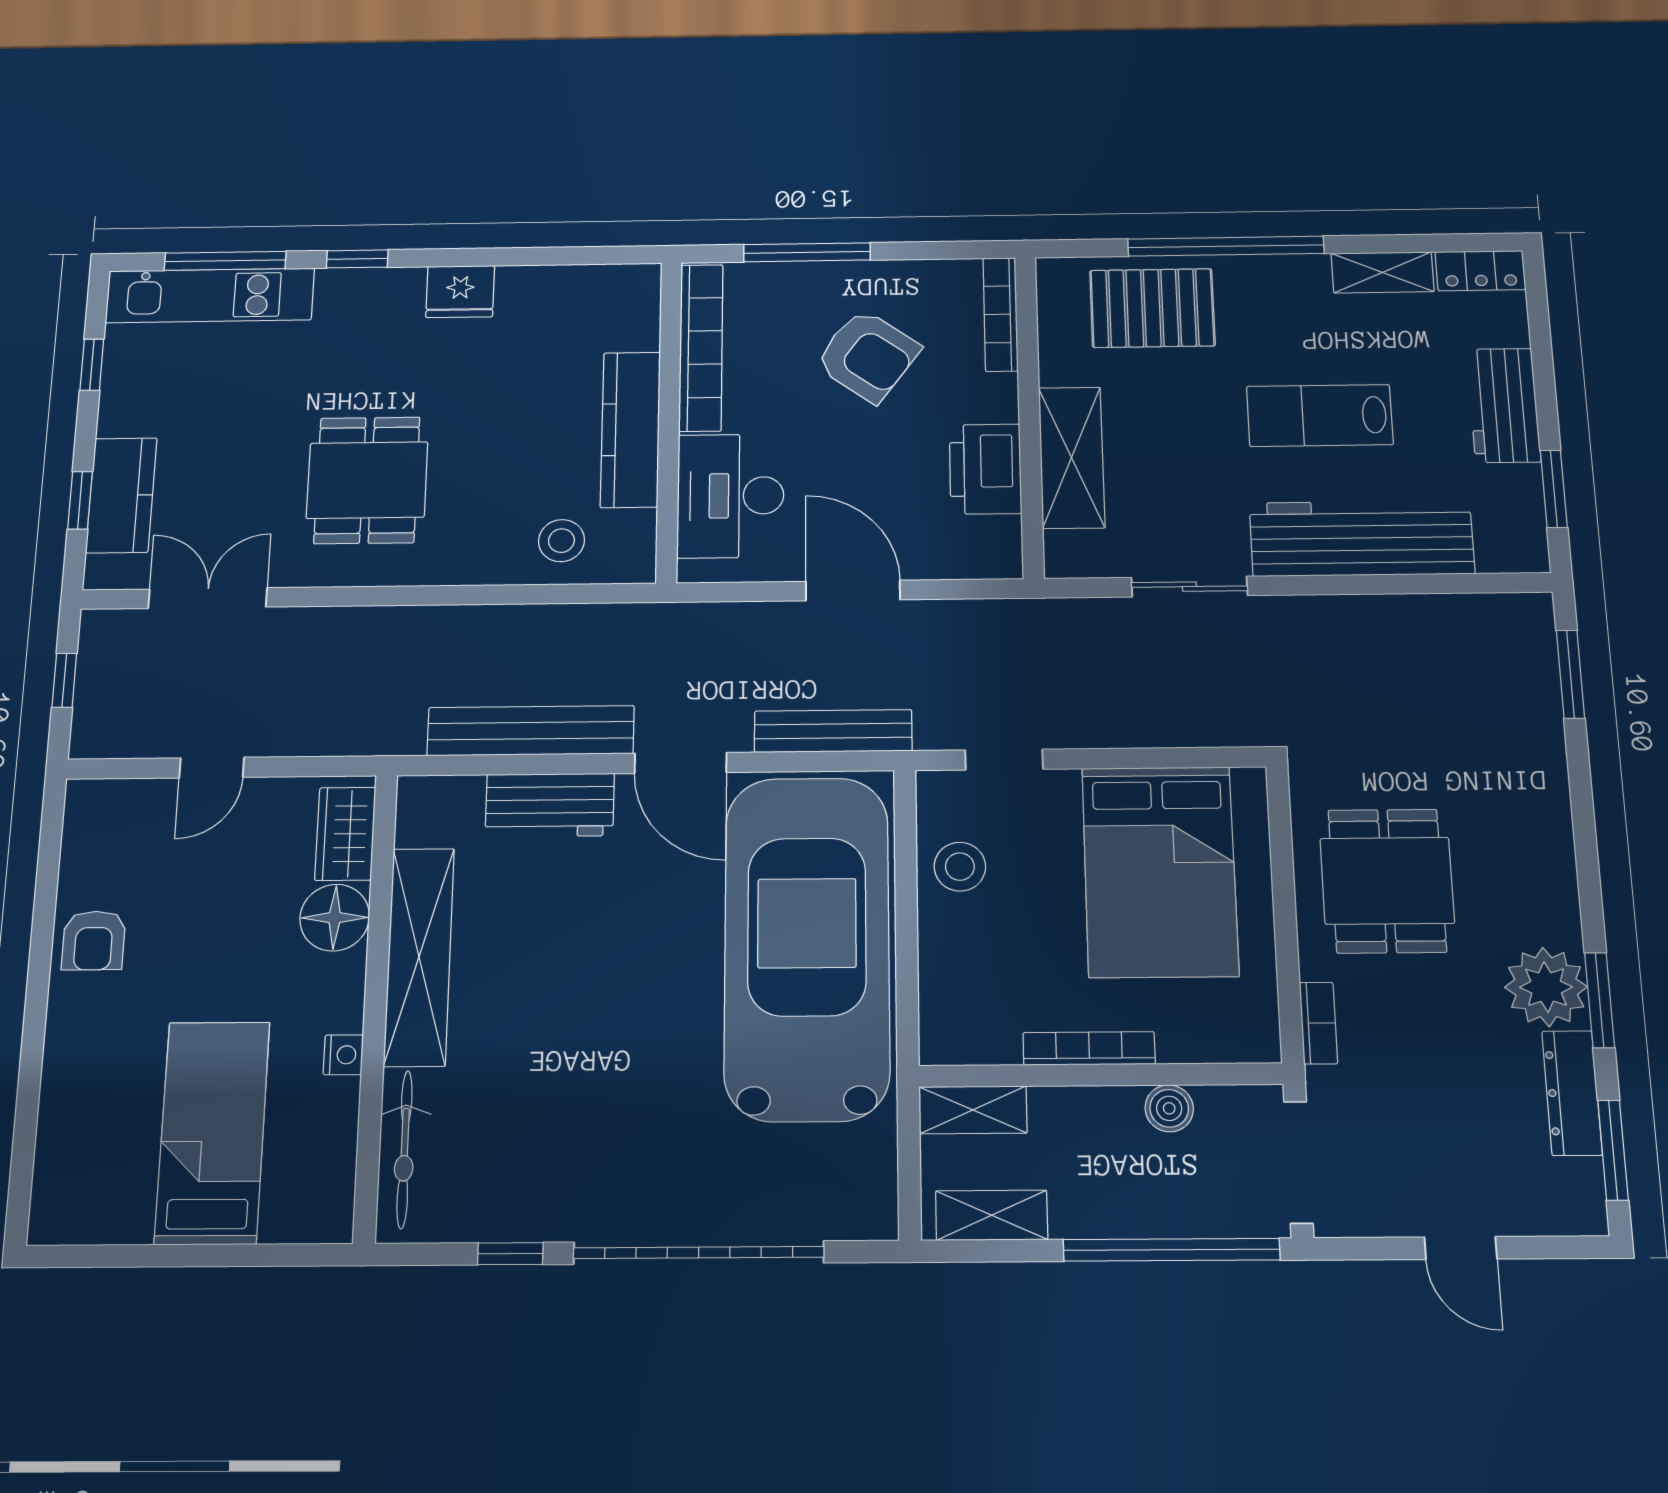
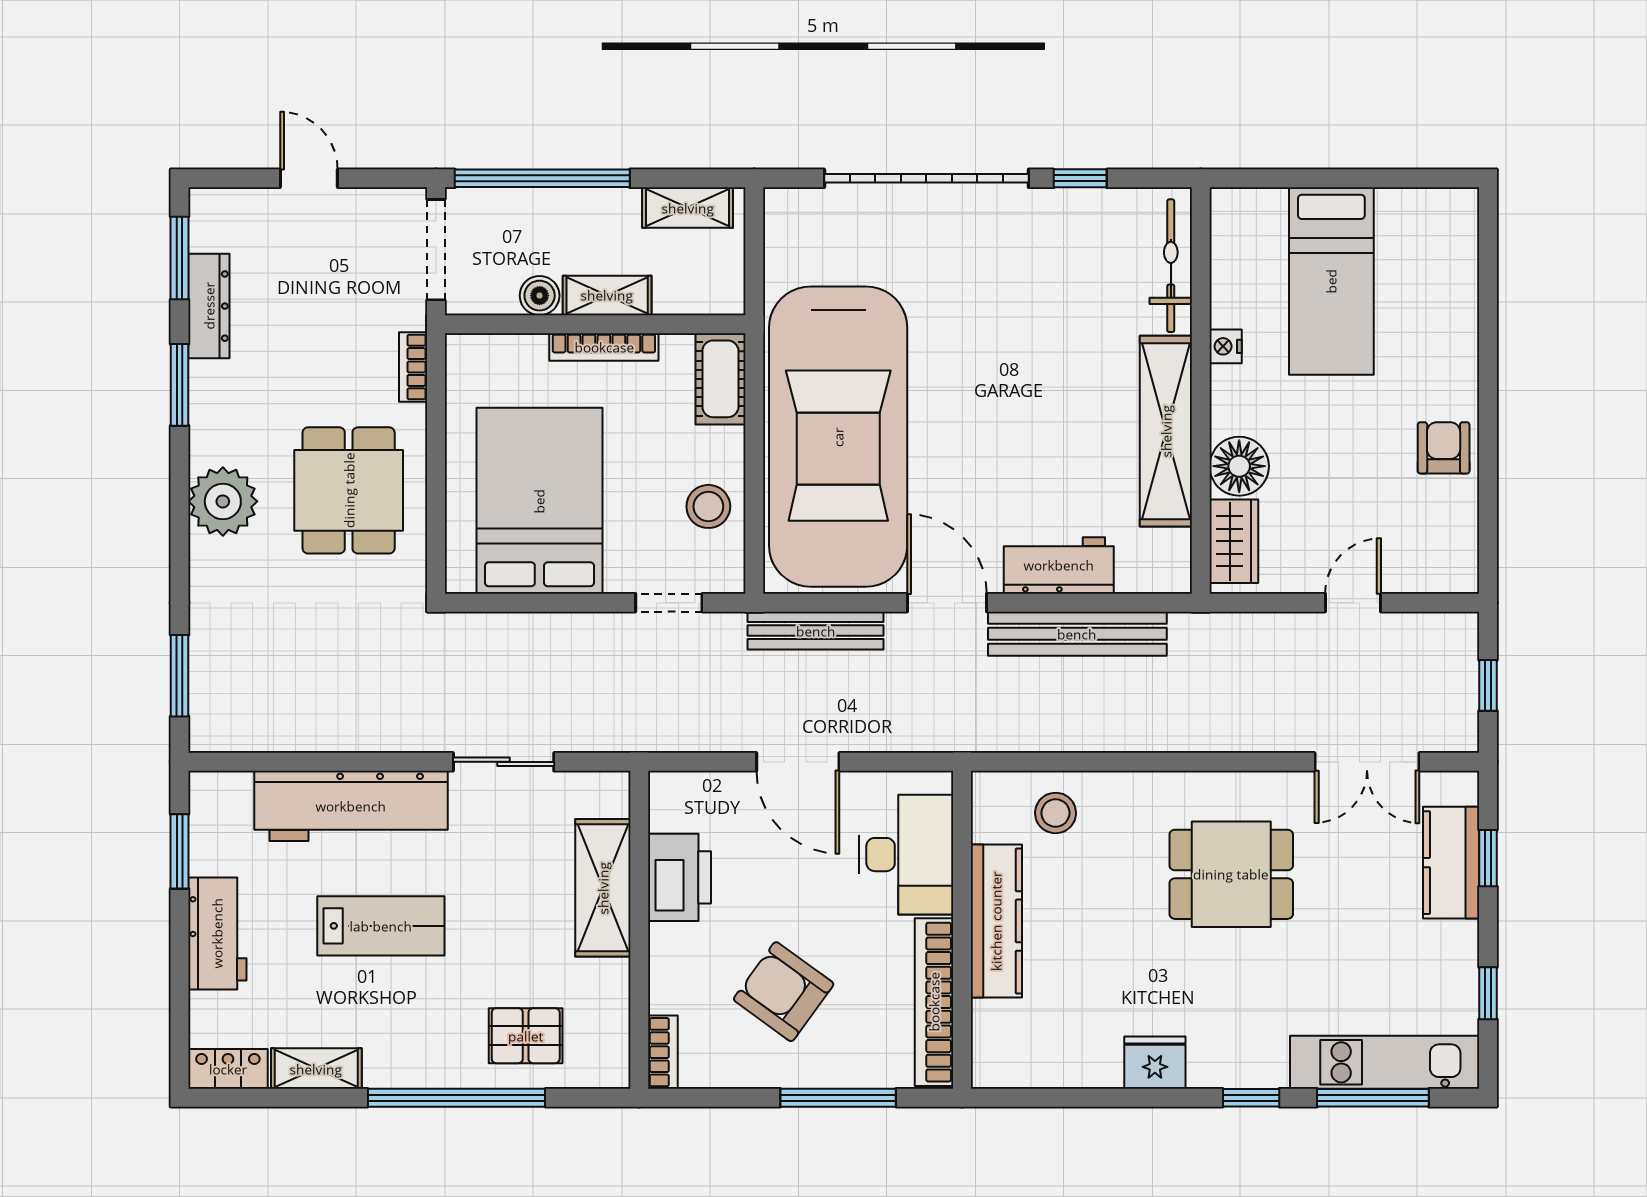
pallet: (1152, 308) -> (526, 1036), width x0.67, depth x0.71
bookcase: (1001, 314) -> (663, 1052), width x0.64
dining table: (367, 480) -> (1231, 874), turned 90
plant: (1546, 987) -> (223, 501), moved
cot: (948, 1012) -> (720, 379), added
shelving: (973, 1110) -> (607, 295), moved

